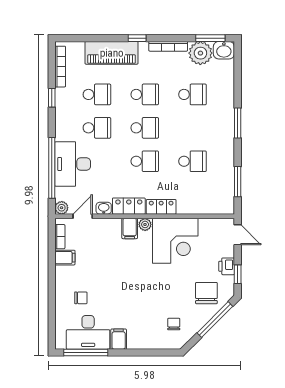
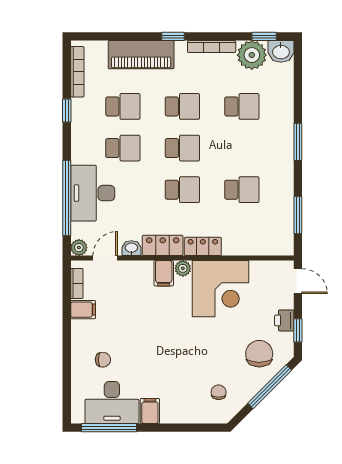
window: (210, 38) -> (264, 36), width x0.67

